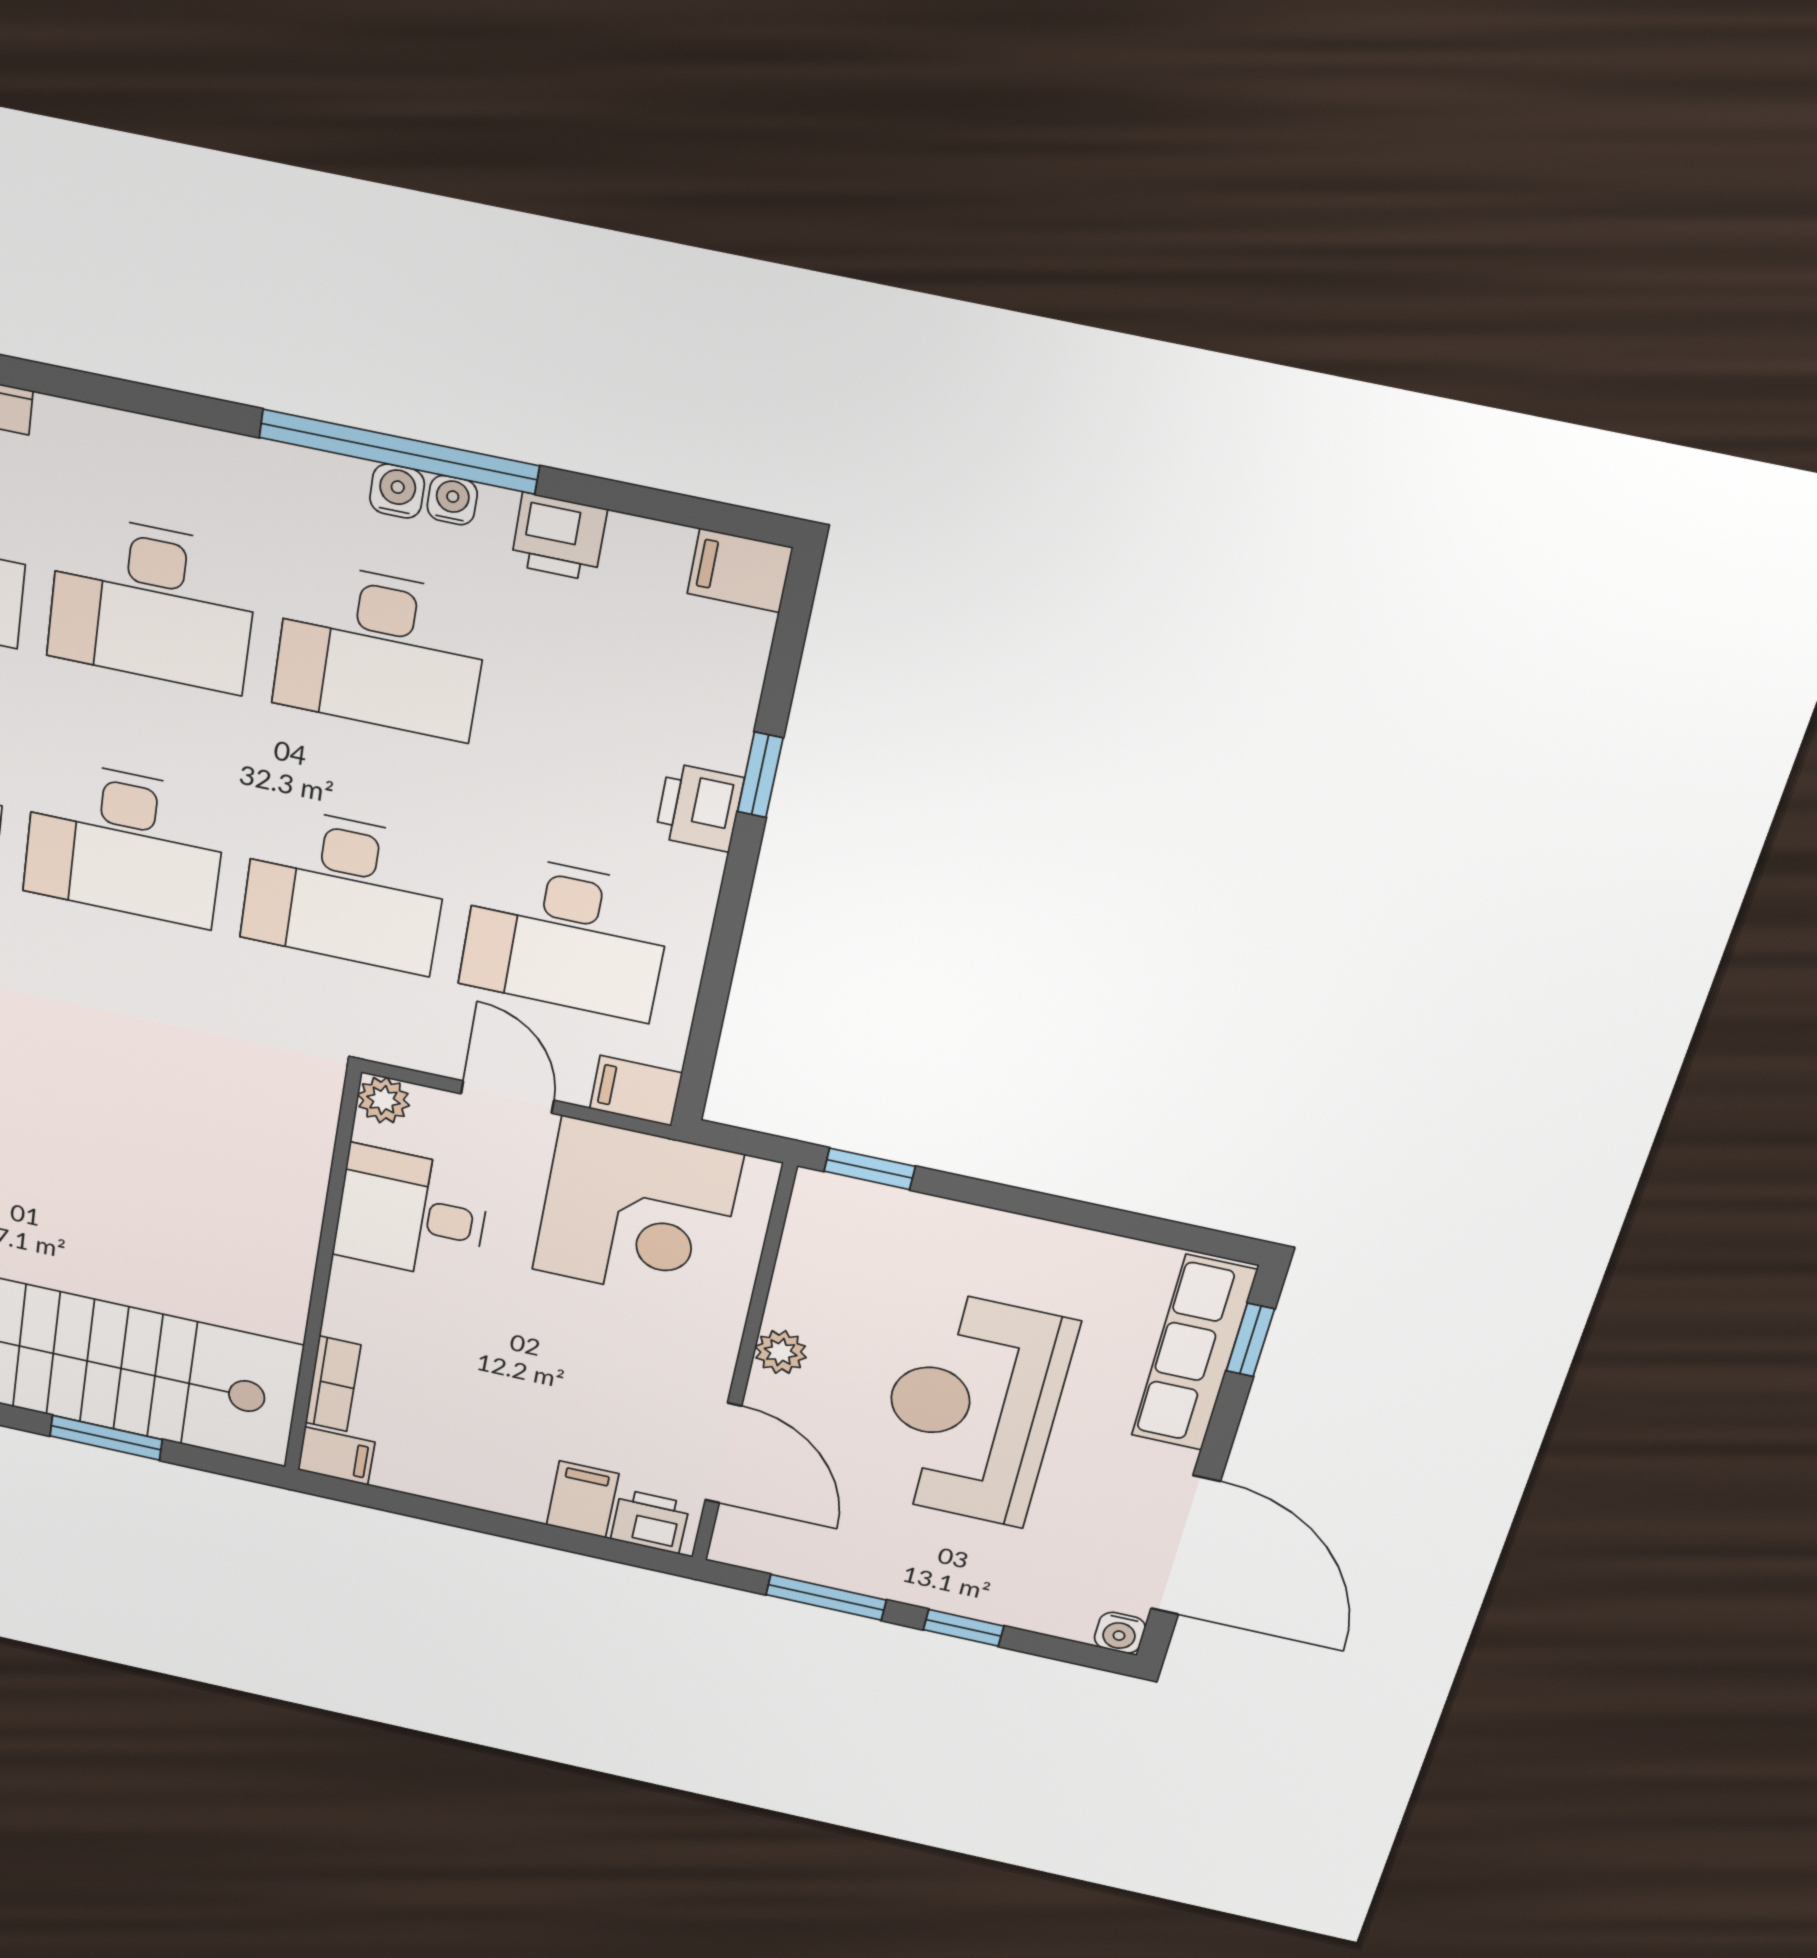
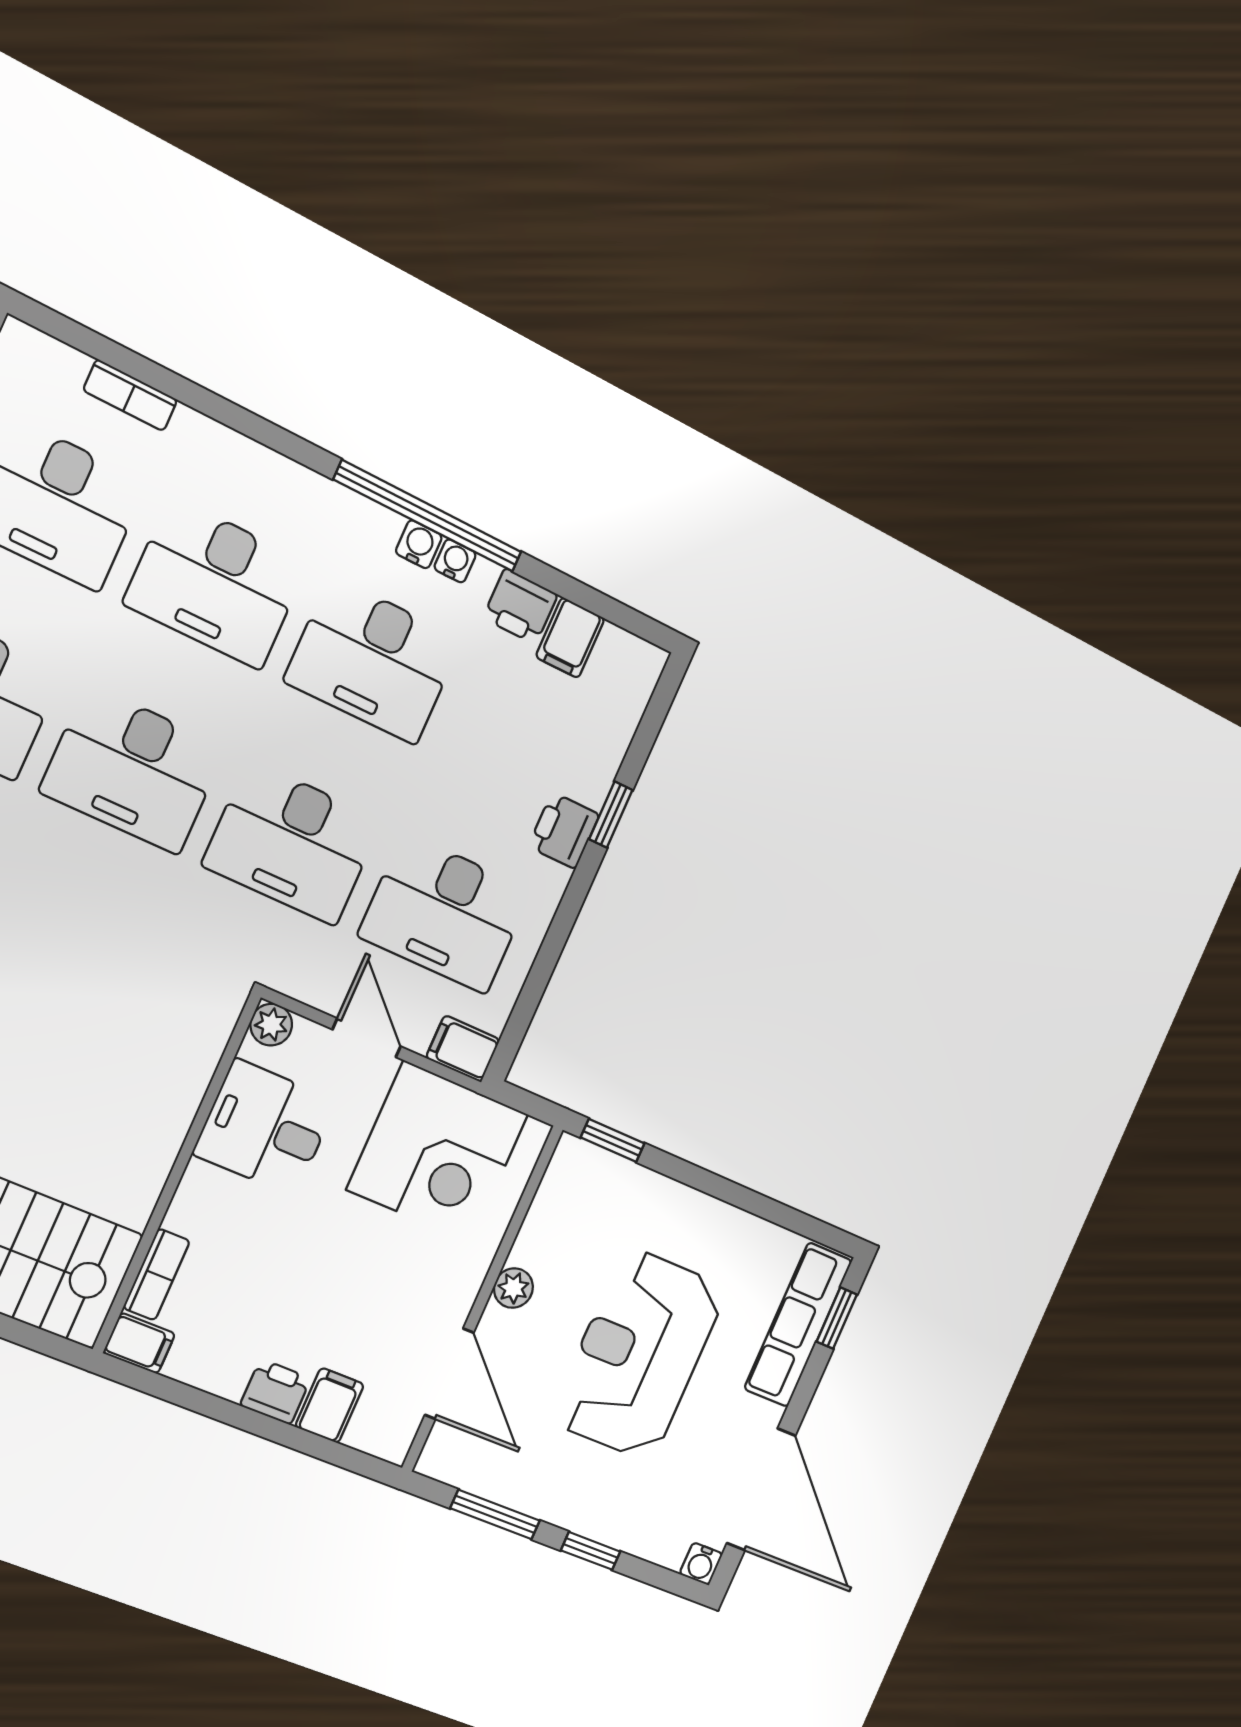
filing cabinet: (740, 570) -> (570, 638), moved, turned -90
printer: (650, 1521) -> (275, 1392), moved

